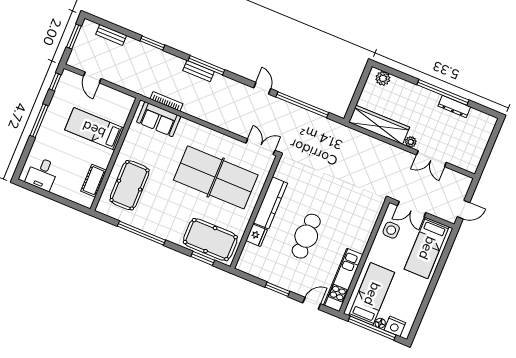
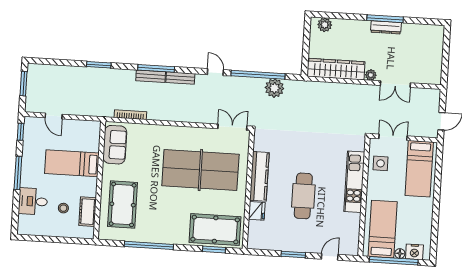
bench: (111, 35) -> (180, 78), moved
window: (443, 92) -> (385, 19), width x0.68
dresser: (454, 107) -> (386, 27), moved
sofa: (159, 119) -> (115, 145), moved, turned -90
plant: (314, 123) -> (274, 88), added
stool: (71, 169) -> (63, 208), added
desk: (42, 174) -> (33, 201), moved, turned 90
double door: (412, 209) -> (393, 137), swing flipped
kitchen unit: (343, 280) -> (354, 182), moved

